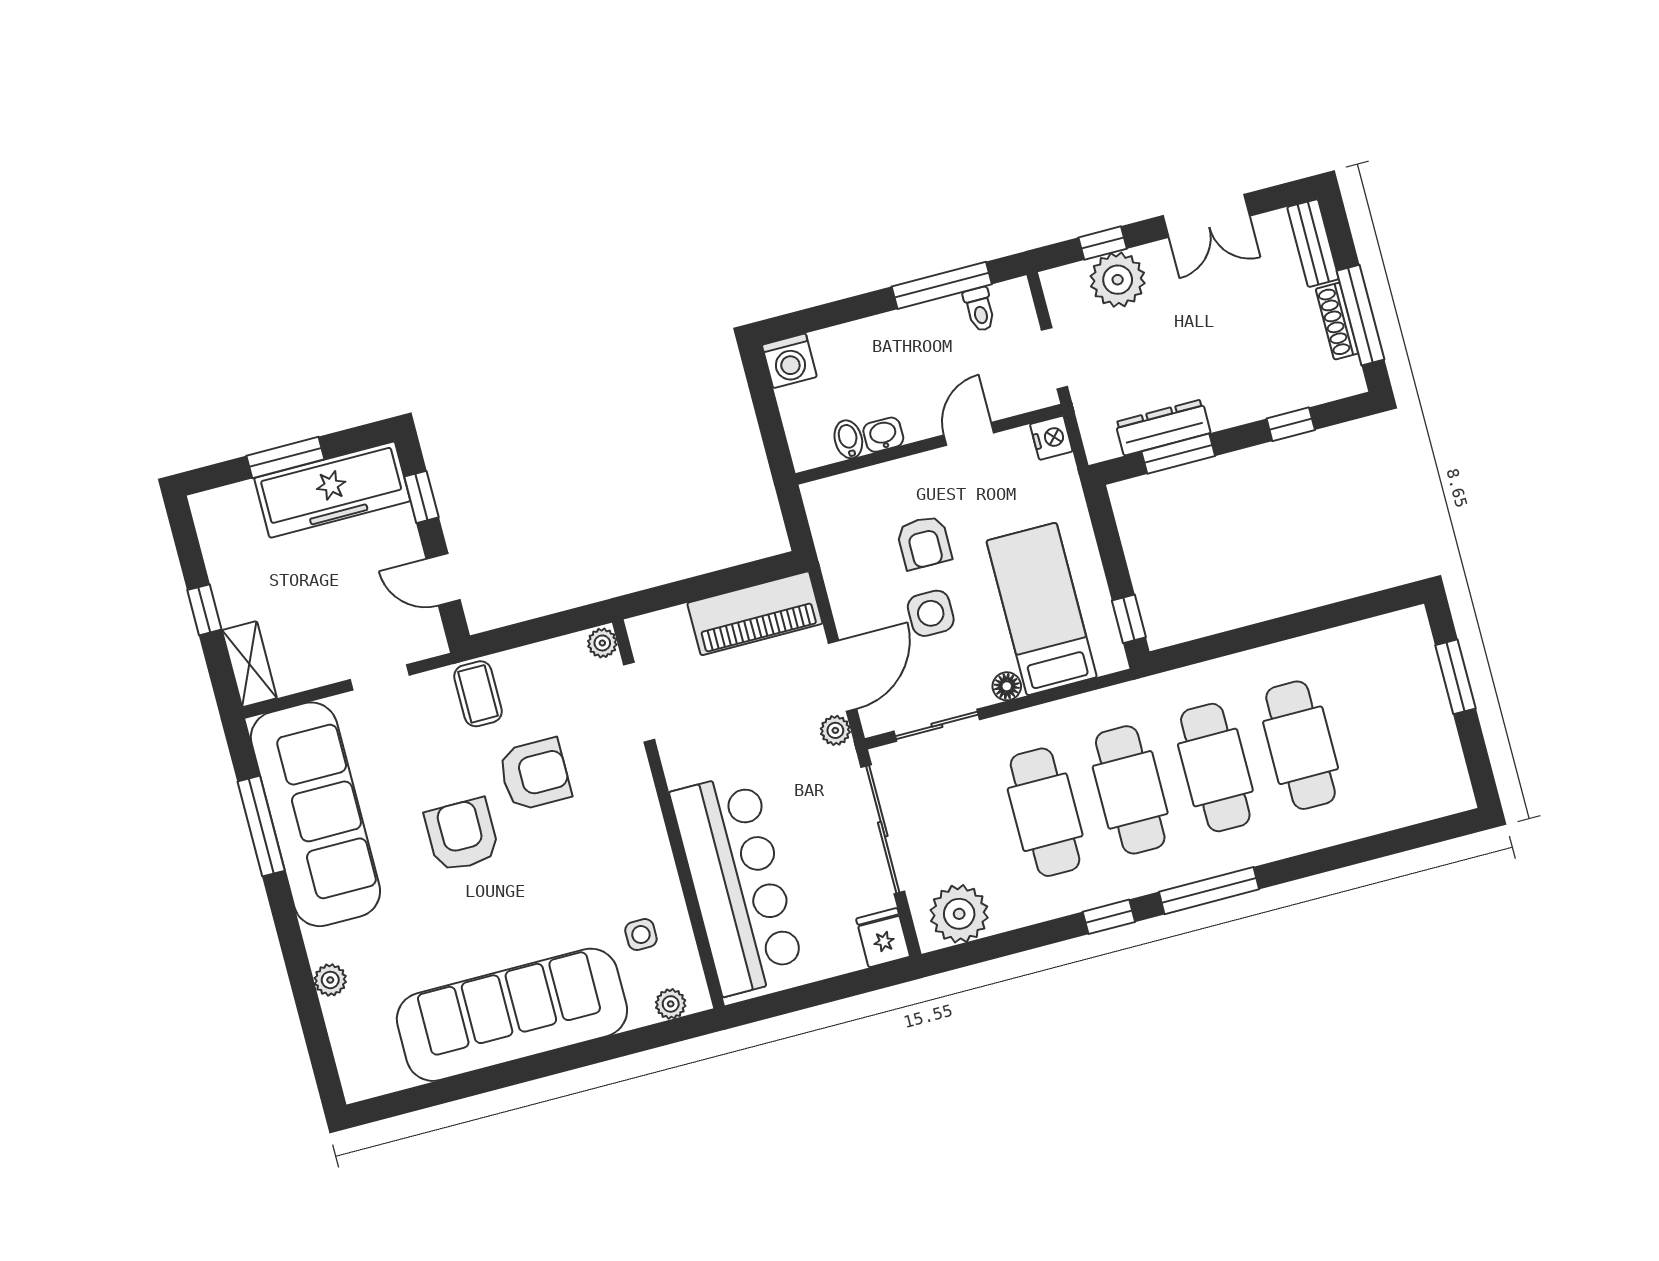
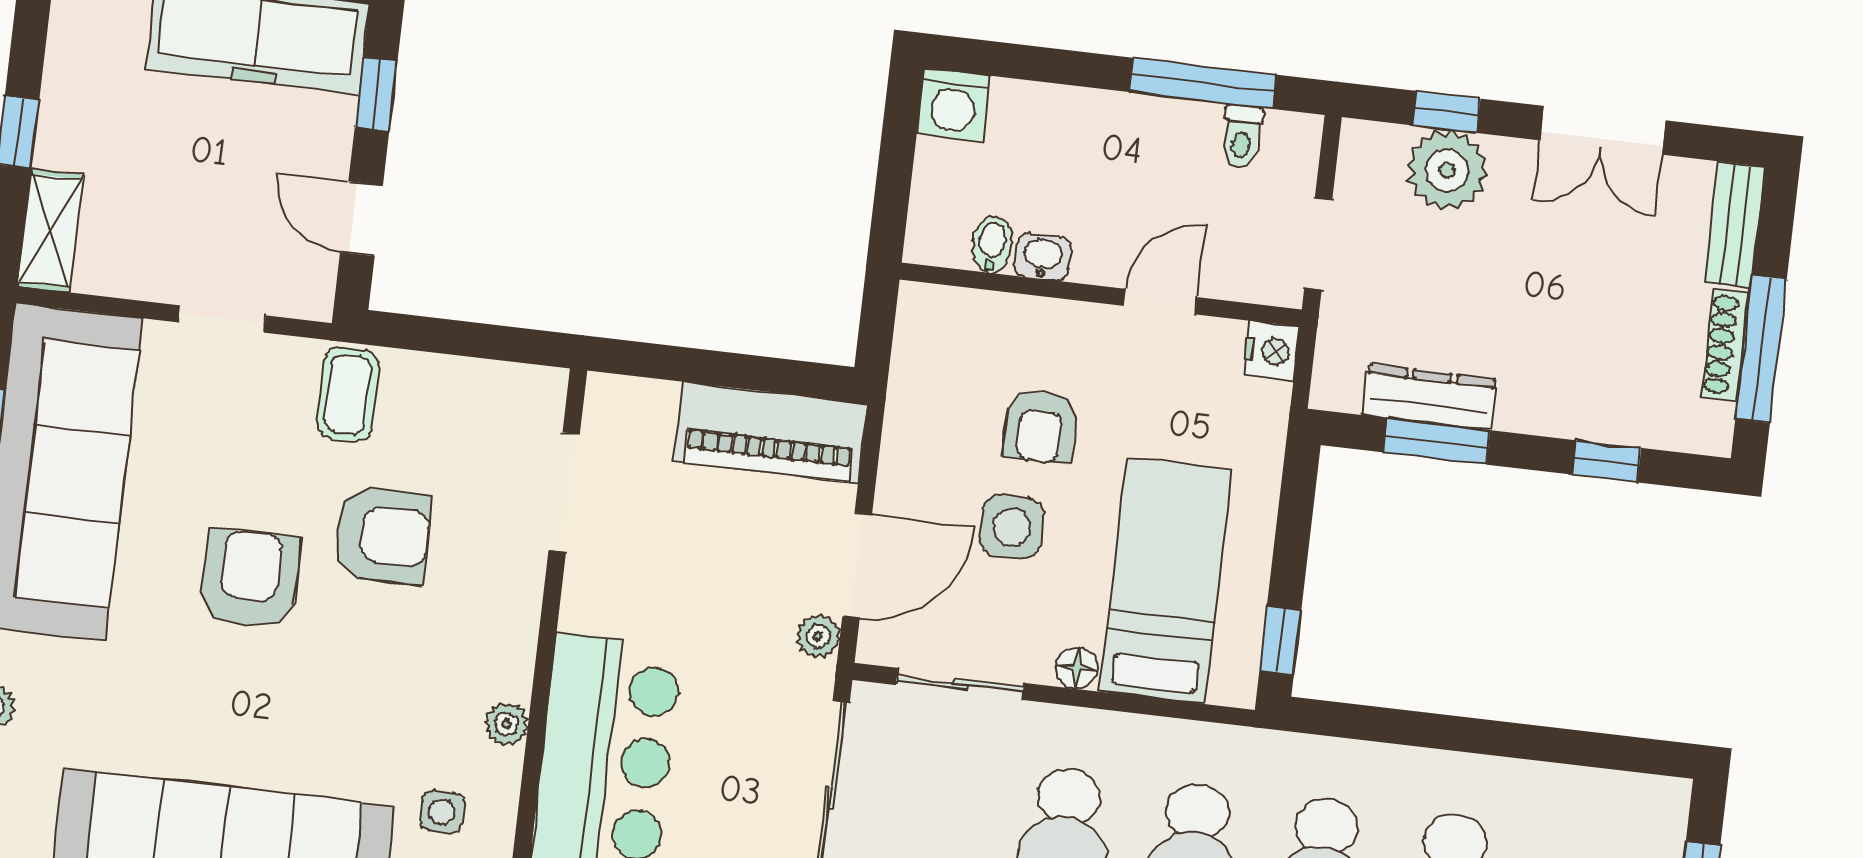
plant: (602, 643) -> (507, 724), moved

